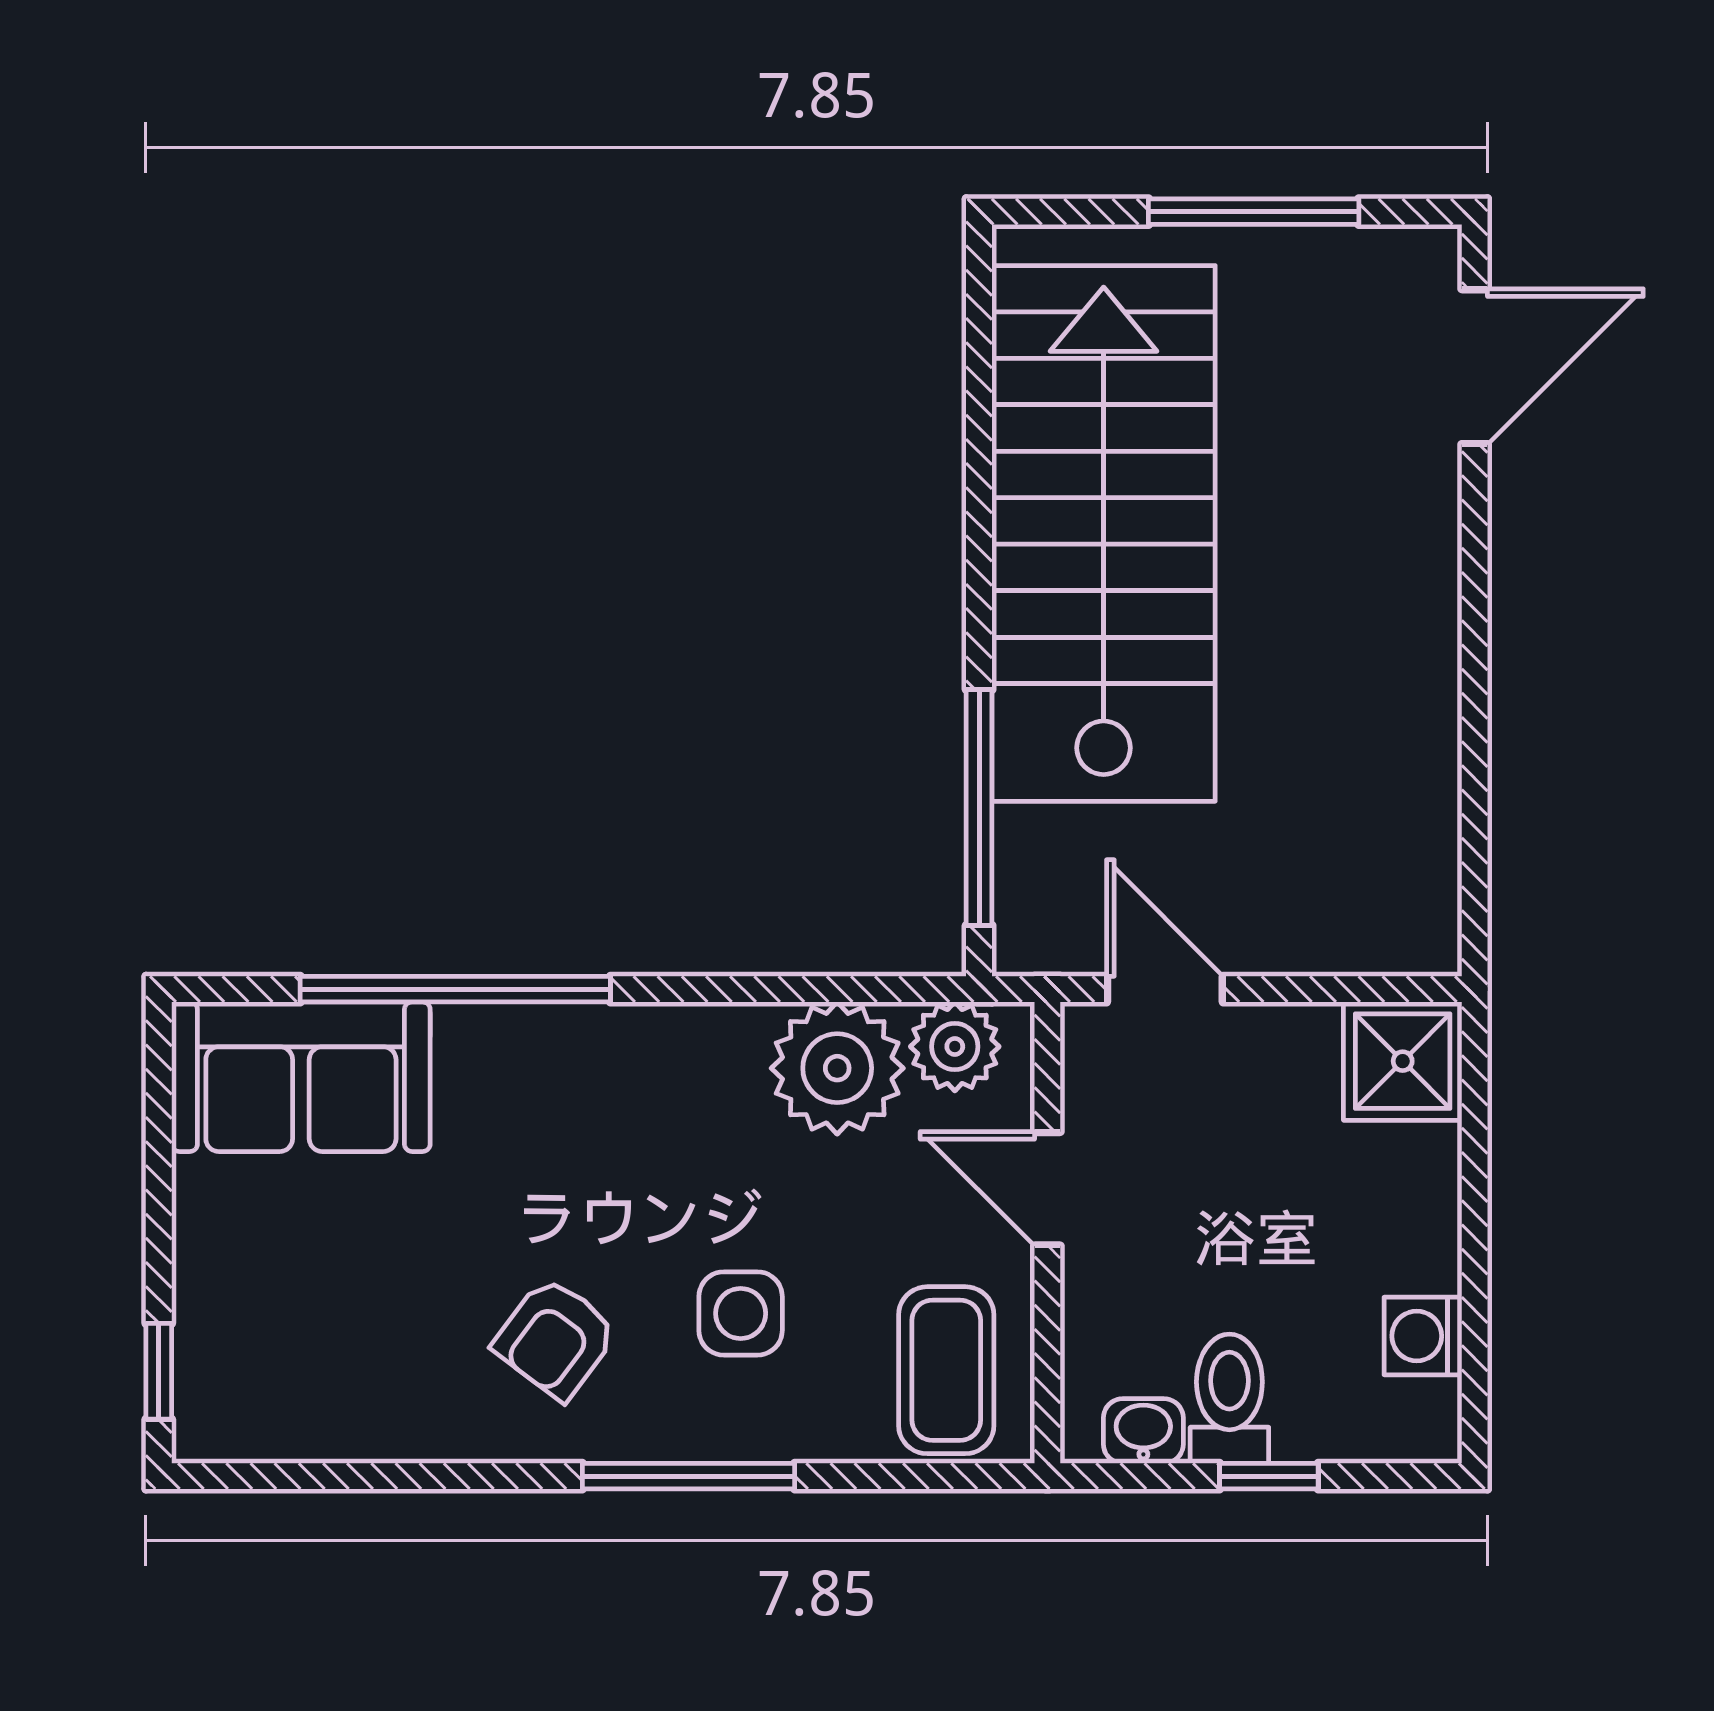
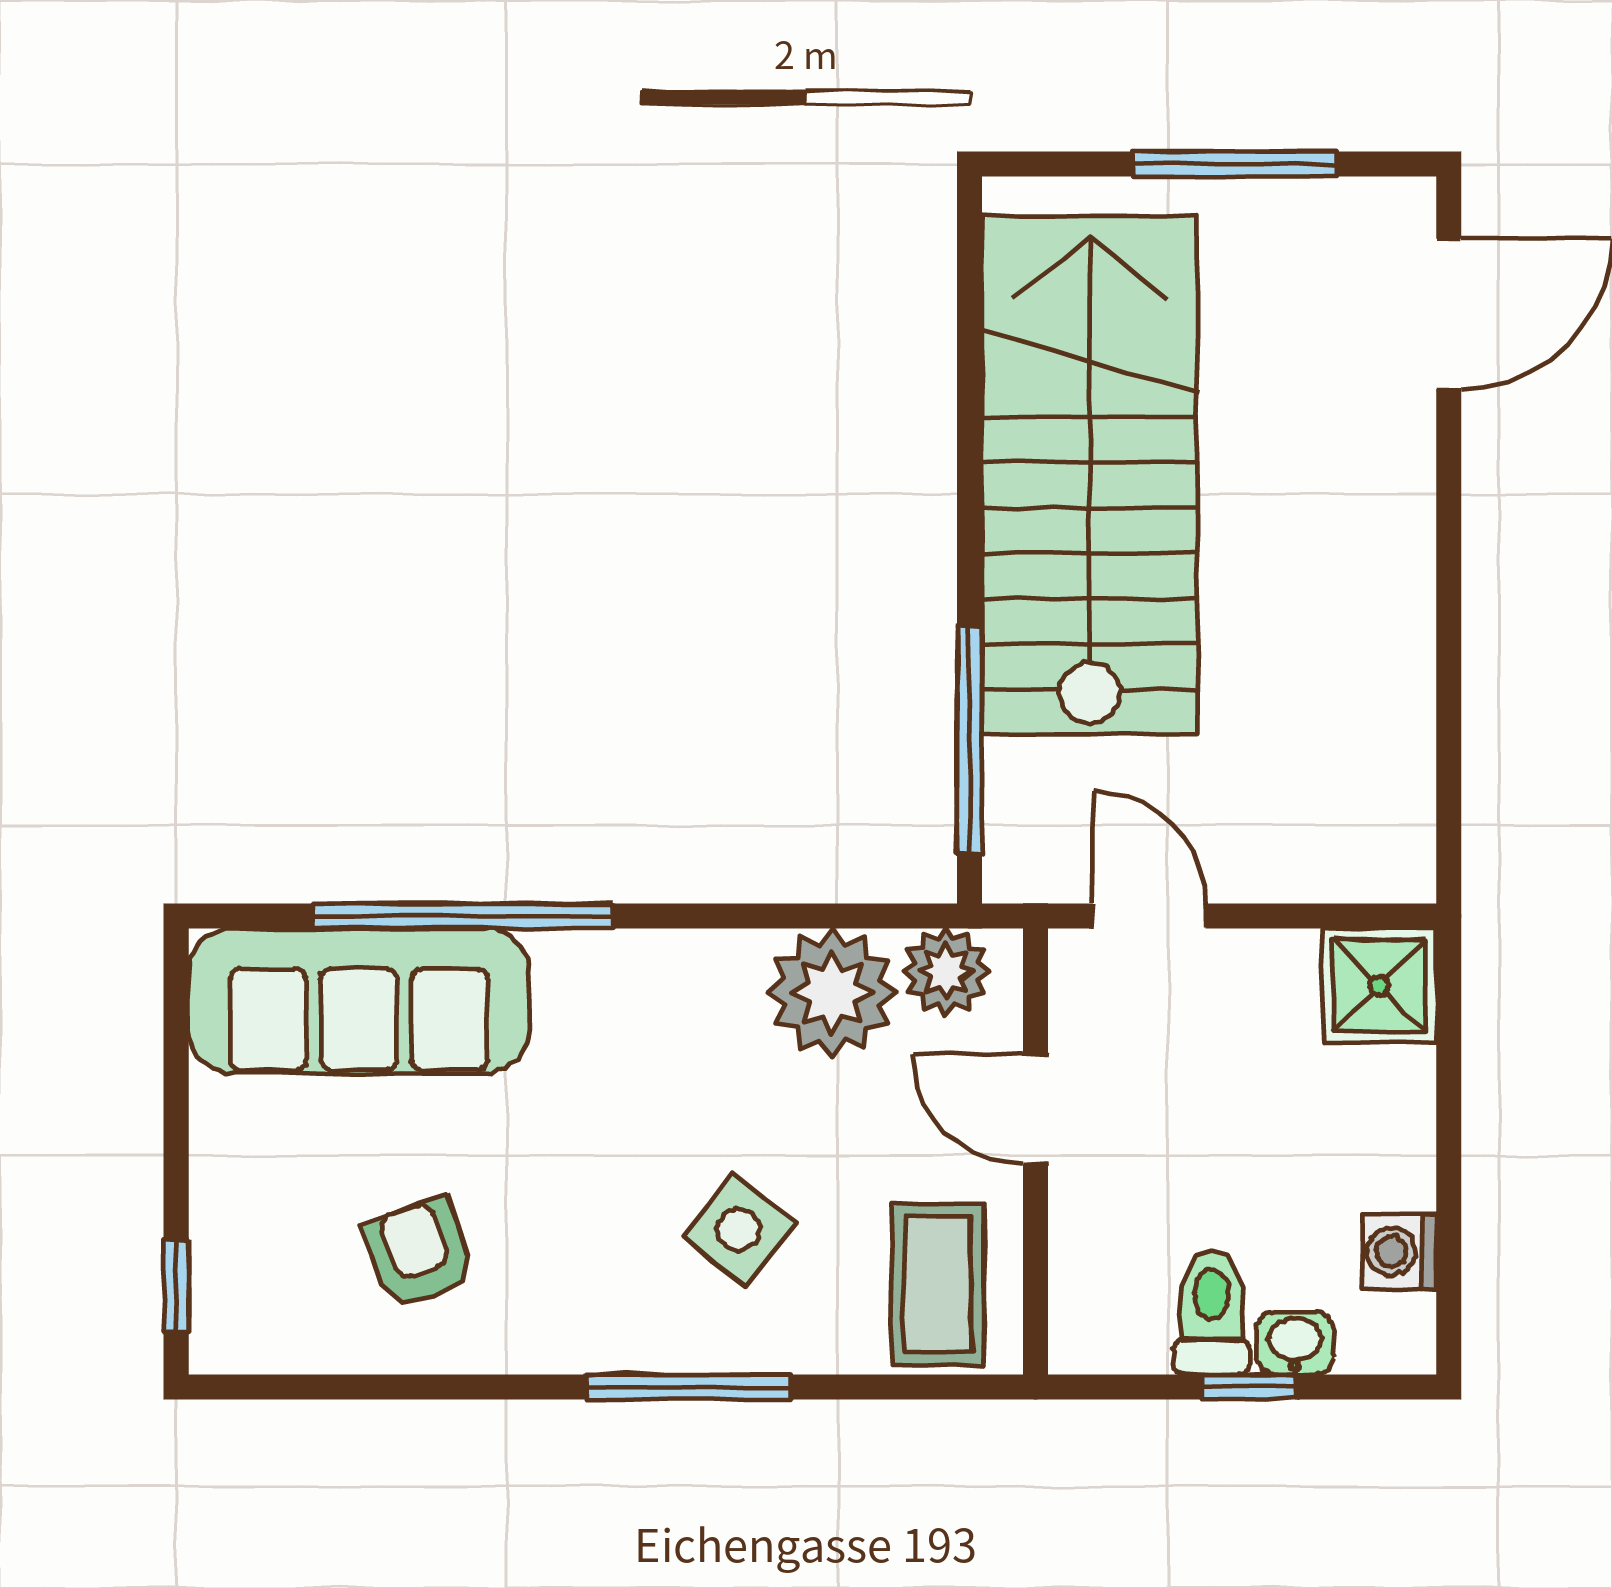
sofa: (301, 1077) -> (359, 1001), width x1.36
side table: (741, 1313) -> (739, 1230), turned 38
armchair: (555, 1338) -> (418, 1253), moved, turned 124
washbasin: (1143, 1431) -> (1295, 1343), moved

